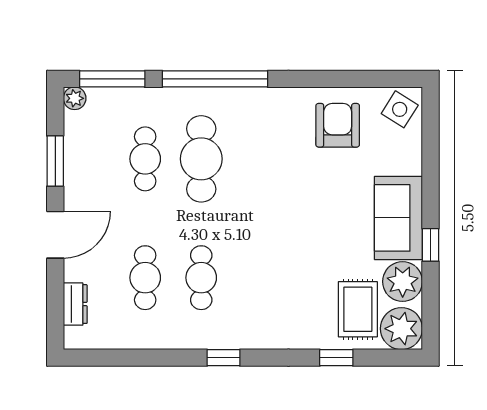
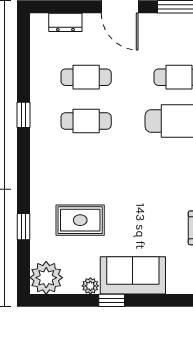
plant: (403, 282) -> (90, 286), width x0.53, depth x0.53
rug: (358, 309) -> (80, 220), moved
window: (223, 358) -> (23, 115), moved

